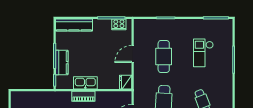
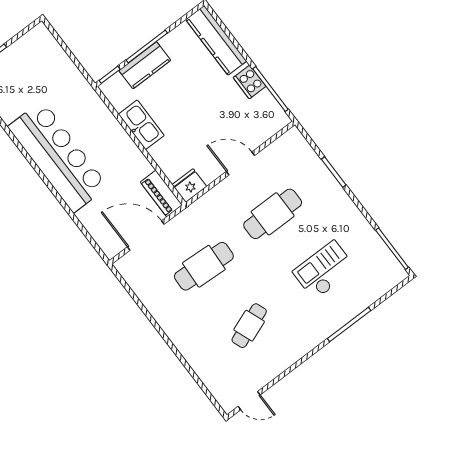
cooker: (119, 24) -> (250, 82), moved
piano: (83, 96) -> (161, 193), moved

